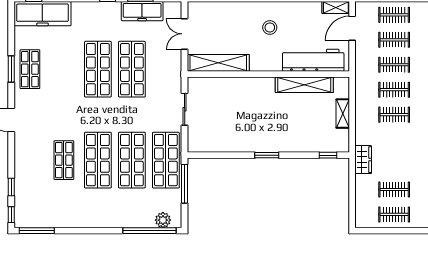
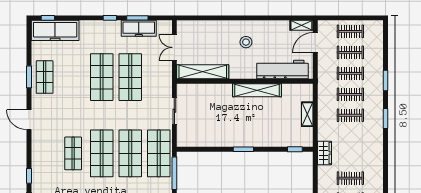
shelving: (304, 85) -> (257, 90), moved

